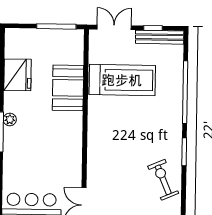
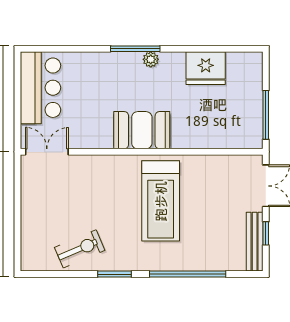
treadmill: (122, 80) -> (161, 201), moved
booth: (68, 88) -> (142, 130), moved

